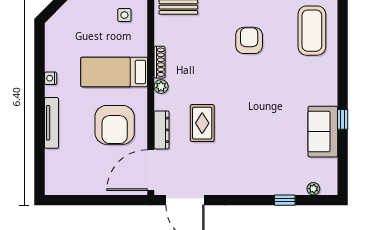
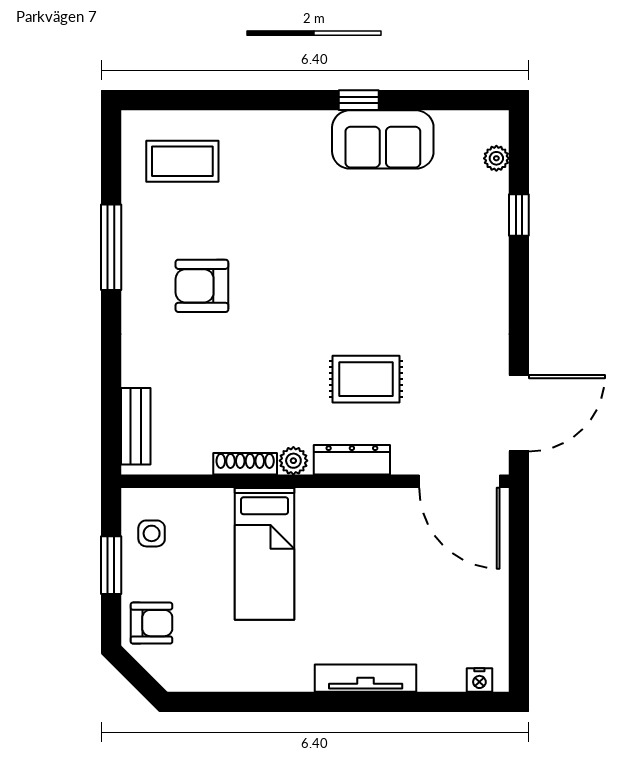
coffee table: (312, 31) -> (182, 161), width x0.73, depth x0.76
nightstand: (51, 78) -> (479, 680), moved
armchair: (115, 125) -> (151, 623), moved, width x0.53, depth x0.53
dresser: (162, 130) -> (352, 460), moved

